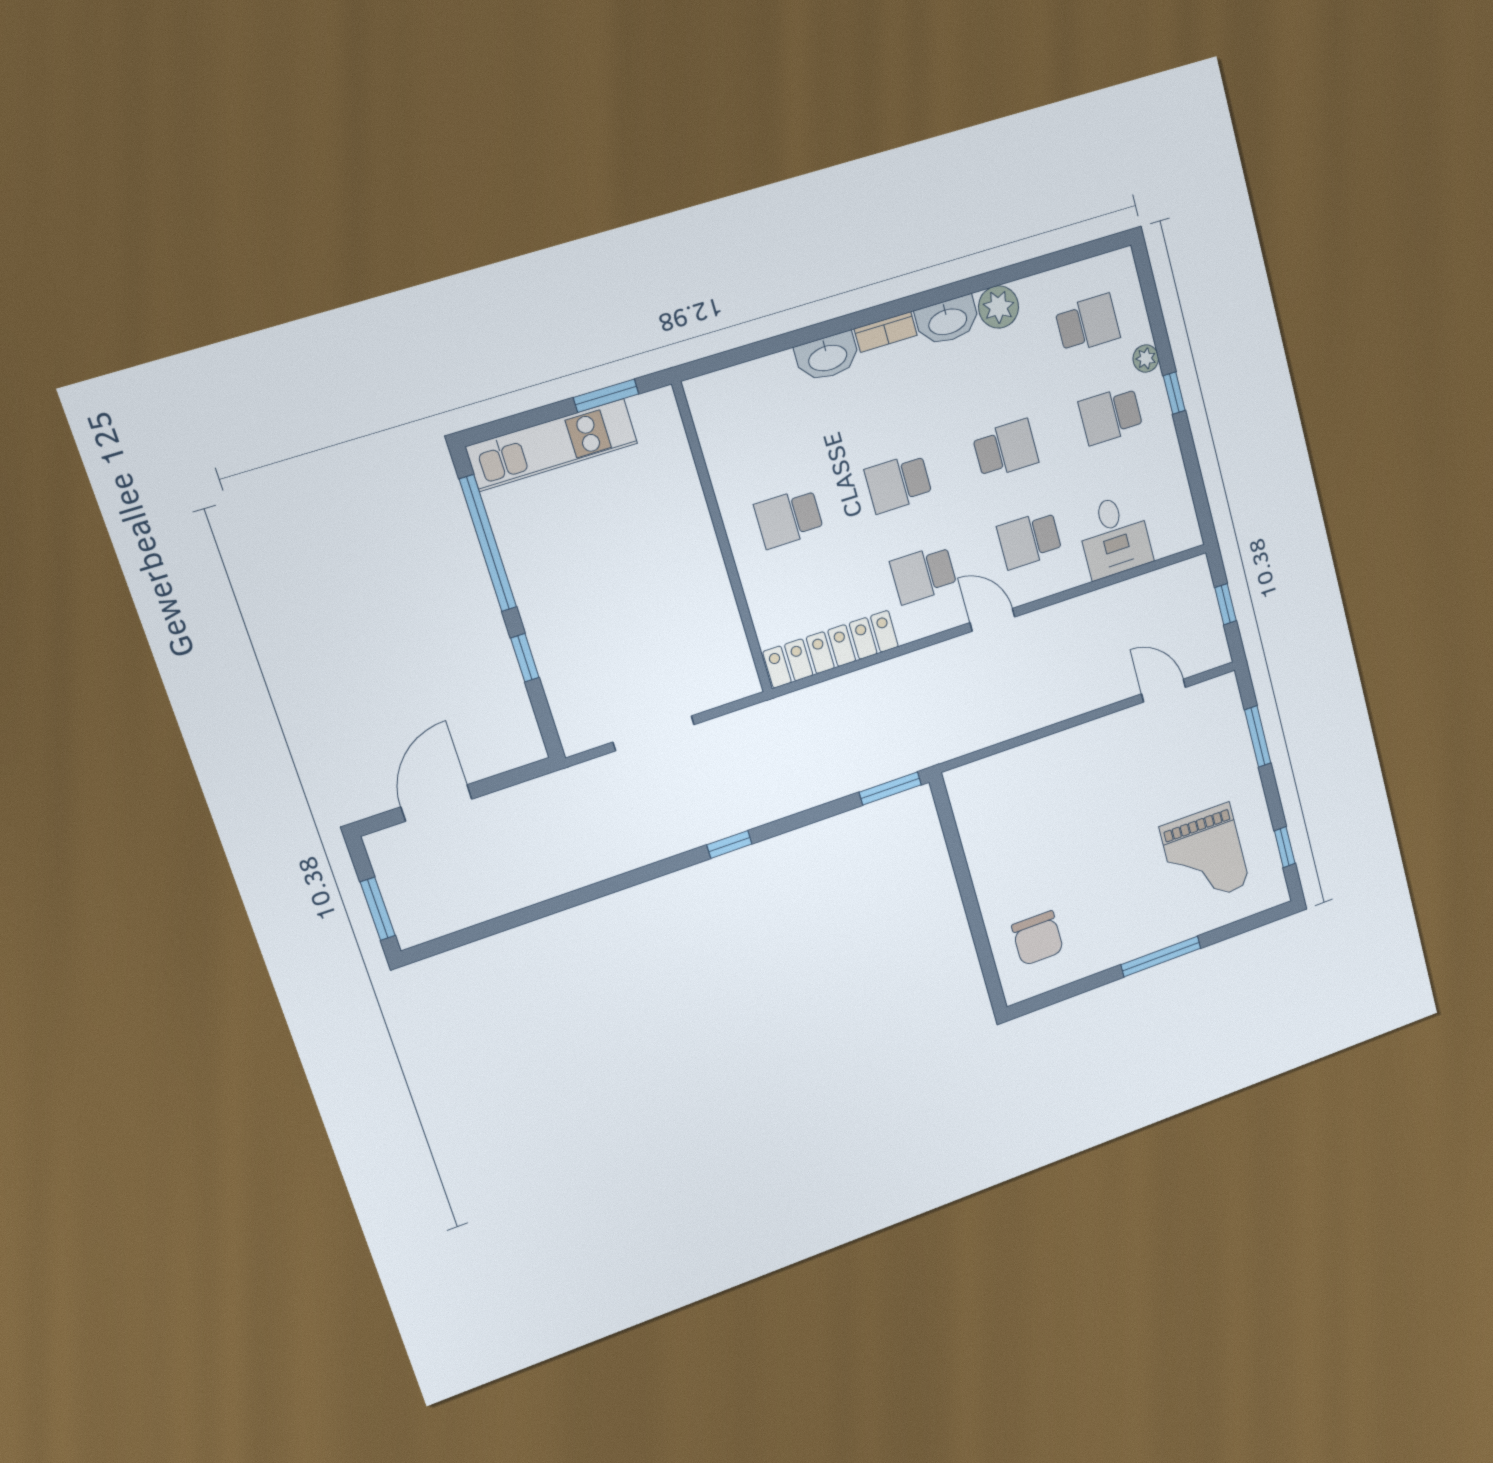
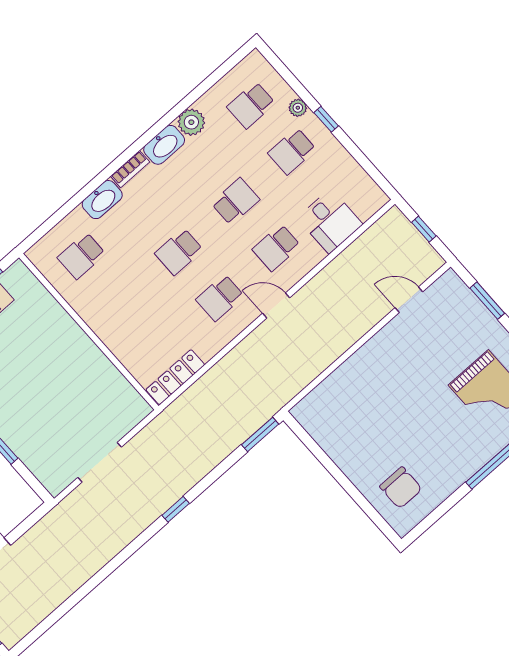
school desk: (1088, 324) -> (251, 105), turned 180
school desk: (789, 518) -> (81, 256), moved
locker: (831, 649) -> (175, 377), width x0.71, depth x0.83

